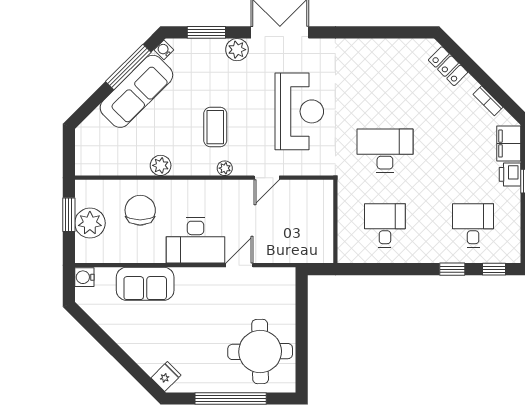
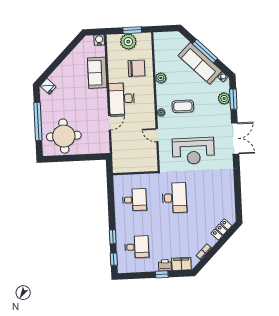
plant: (237, 50) -> (224, 98), moved
window: (128, 67) -> (205, 51), moved
door: (239, 265) -> (109, 123), hinge flipped

